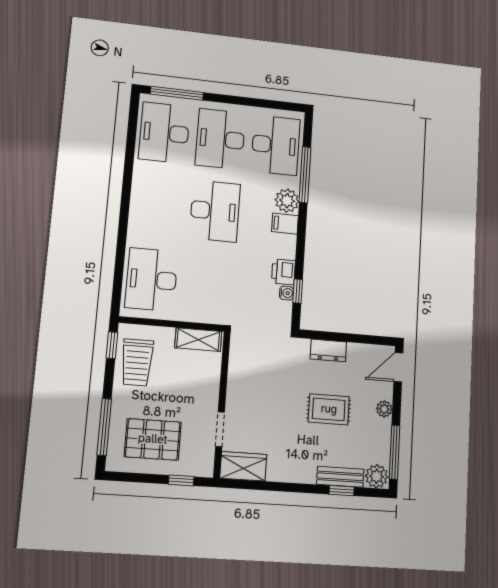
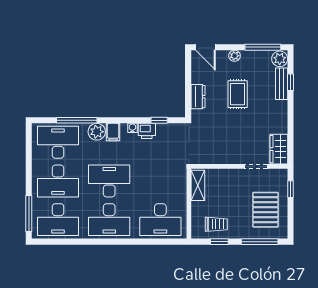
desk: (158, 205) -> (109, 220), added
water cooler: (287, 293) -> (132, 128), moved
window: (112, 345) -> (219, 242), moved
trolley: (137, 362) -> (216, 224), width x0.73, depth x0.72

